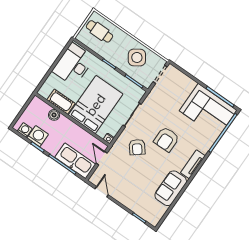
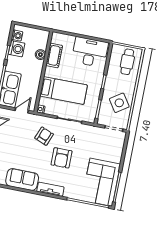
bed: (96, 105) -> (64, 91), width x0.67
armchair: (166, 139) -> (61, 158), turned -90
armchair: (137, 147) -> (44, 136), turned 151

